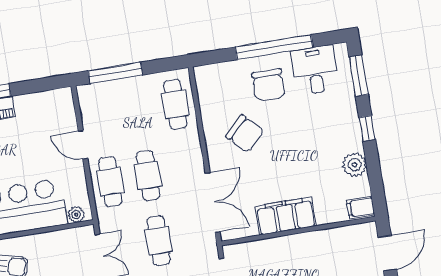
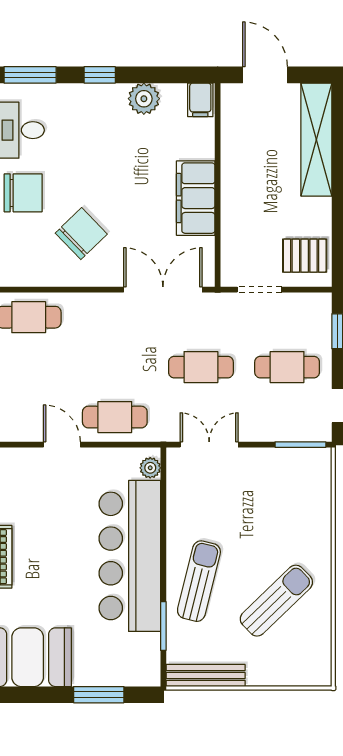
door: (83, 145) -> (62, 445), swing flipped
cafe table: (148, 175) -> (115, 367), removed

